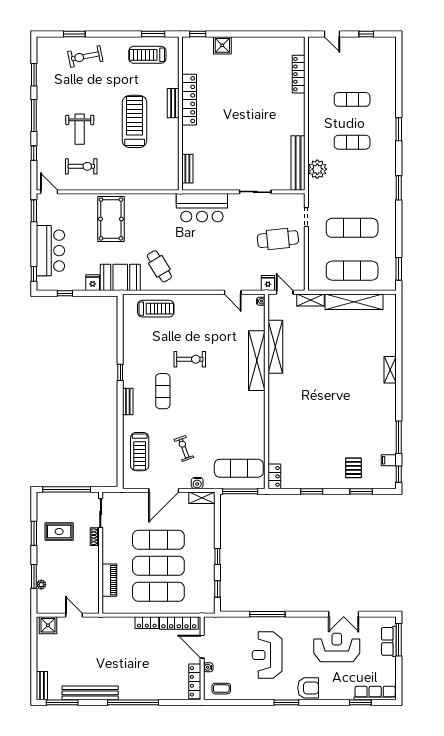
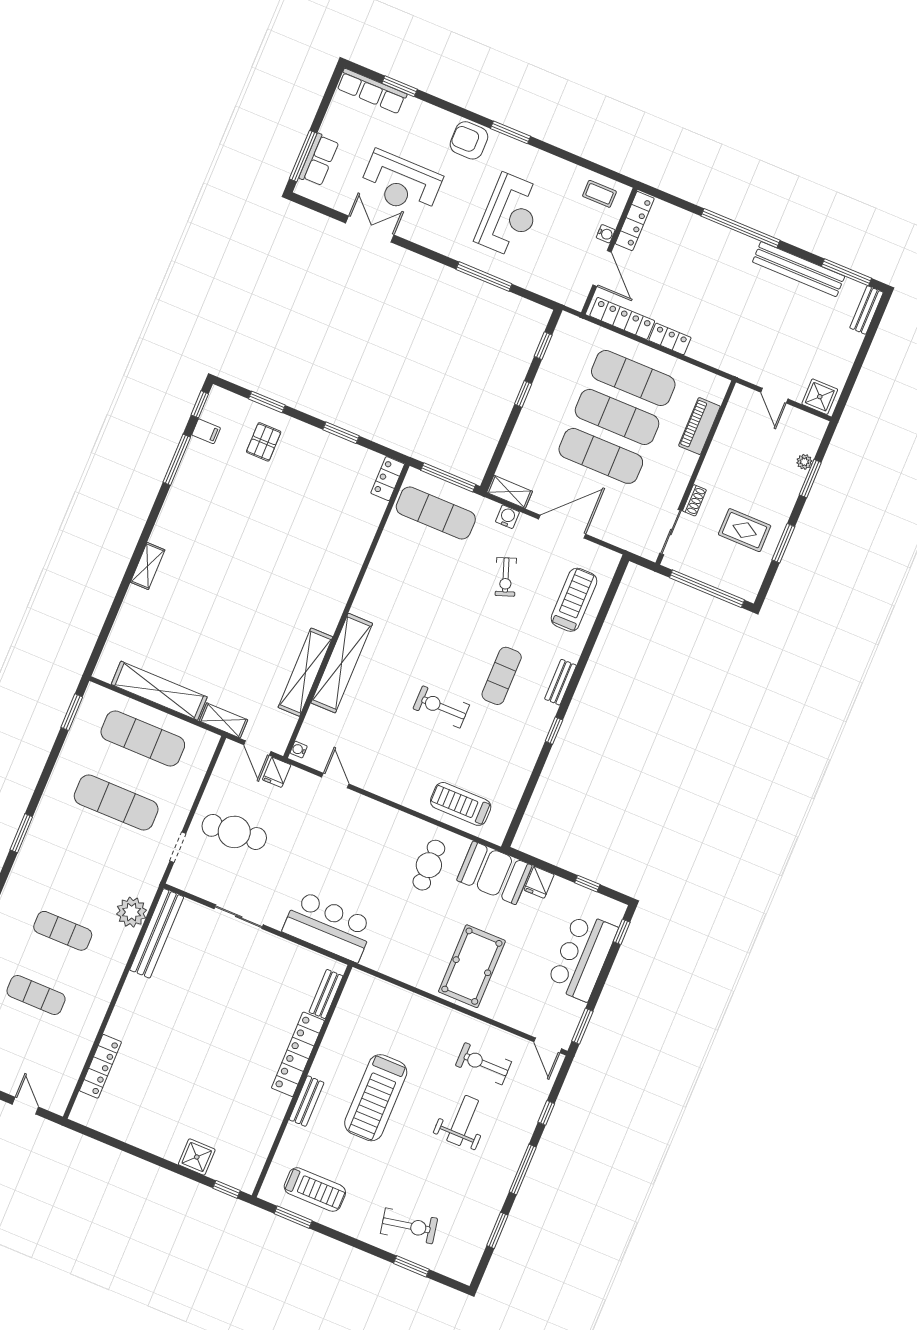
locker: (189, 100) -> (298, 1054), moved
cafe table: (159, 266) -> (429, 865), turned 31

